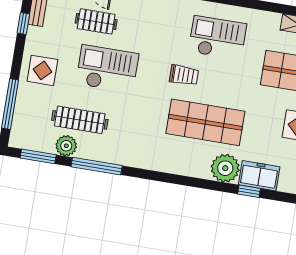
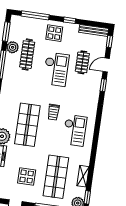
window: (23, 23) -> (69, 20), moved

